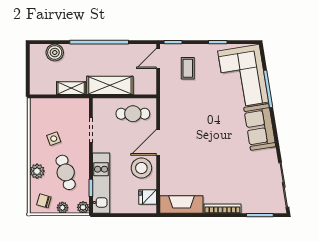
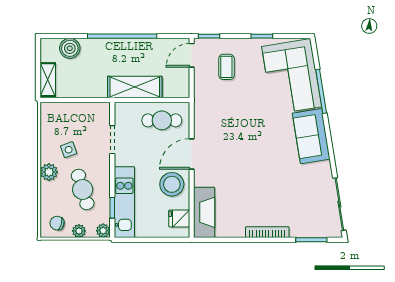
shelving: (71, 88) -> (48, 80), moved, turned 90
plant: (37, 171) -> (49, 172), moved
fireplace: (181, 204) -> (204, 212), moved, turned 90

